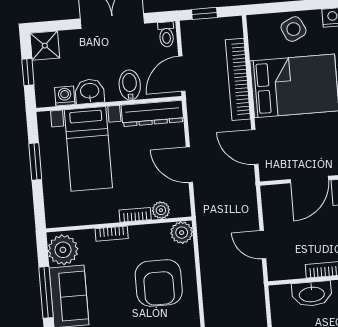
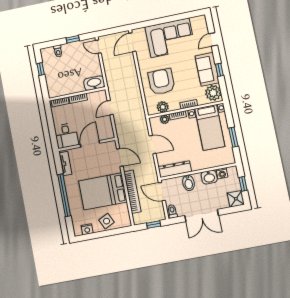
door: (182, 74) -> (162, 192), swing flipped
bed with nightstands: (88, 149) -> (210, 128), moved, turned 180
plant: (182, 233) -> (163, 107), moved
door: (263, 245) -> (110, 108), swing flipped
window: (46, 292) -> (219, 70), width x0.46
washbasin: (312, 294) -> (94, 83), moved

